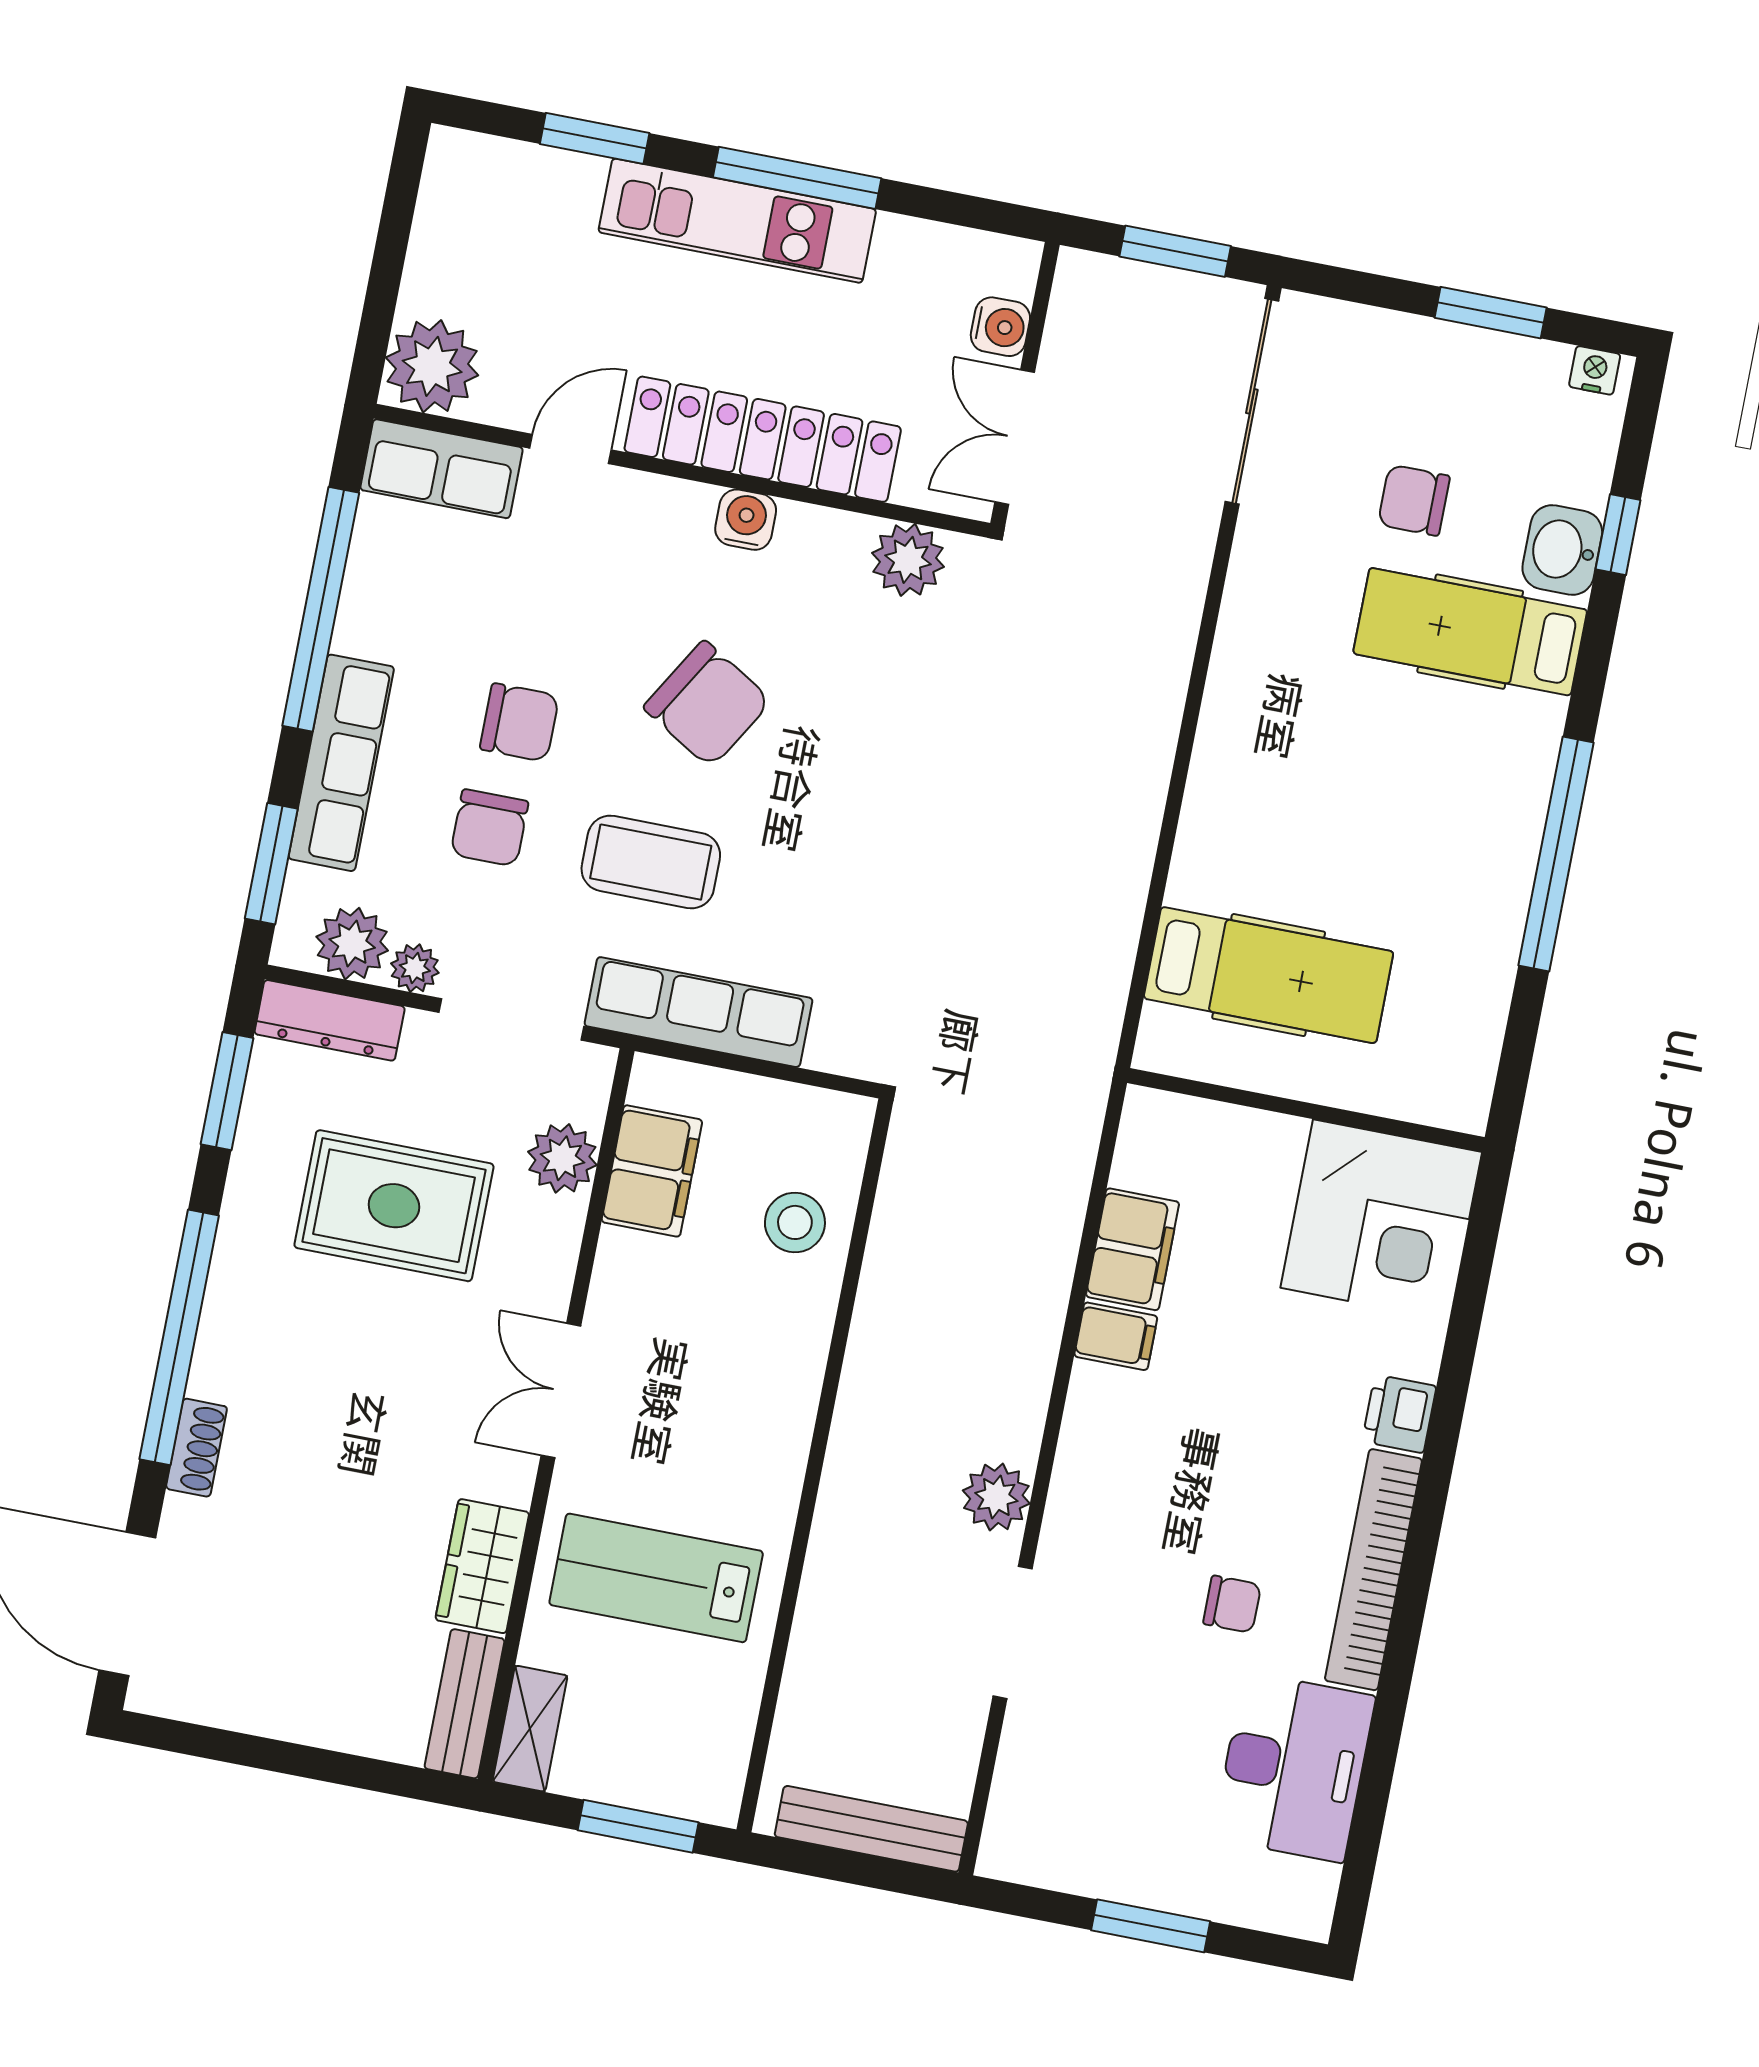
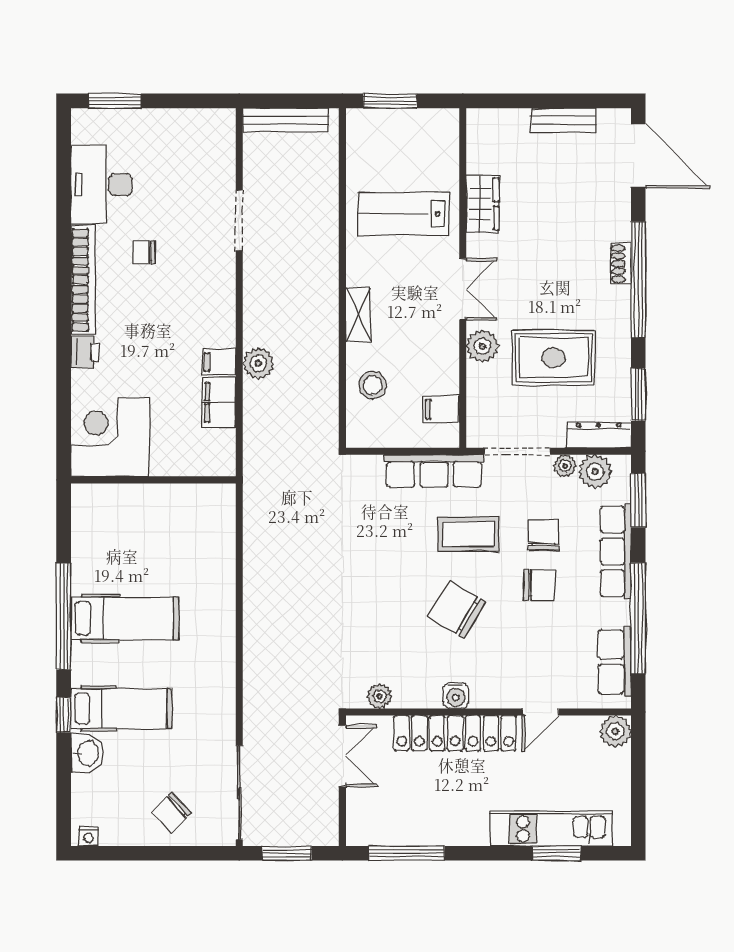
window: (797, 178) -> (407, 853), moved
kitchen unit: (737, 221) -> (551, 829), moved
window: (1491, 313) -> (140, 853), removed
water cooler: (1000, 327) -> (358, 804), removed
plant: (432, 366) -> (615, 731), width x0.73, depth x0.73
row of seats: (442, 469) -> (615, 662), moved, turned -90
chair: (1414, 500) -> (172, 813), moved, turned 136
window: (1618, 535) -> (64, 715), moved
plant: (908, 560) -> (380, 696), width x0.73, depth x0.73
chair: (519, 722) -> (539, 585), turned 180
hospital bed: (1269, 975) -> (125, 618), moved, turned 180
plant: (562, 1158) -> (482, 346), moved
filing cabinet: (652, 1171) -> (441, 409), width x0.50
shoe rack: (197, 1448) -> (621, 264), moved
plant: (996, 1497) -> (258, 363), moved
lab bench: (656, 1578) -> (404, 214), turned 180
bench: (464, 1704) -> (563, 121), moved, turned 90
shelving: (530, 1729) -> (358, 314), moved
window: (1151, 1926) -> (114, 101), moved

